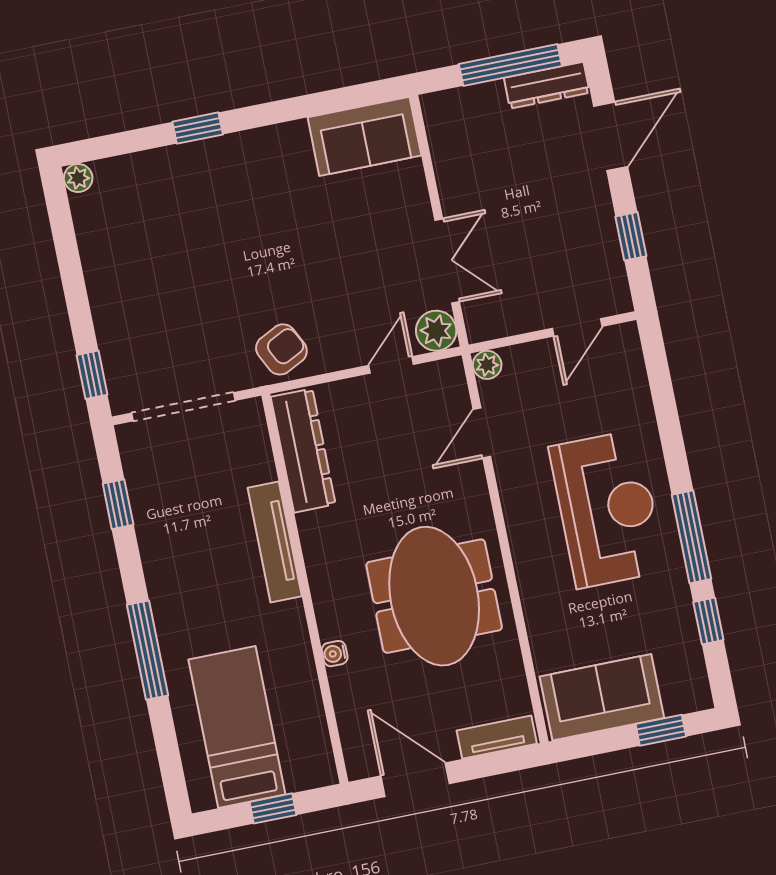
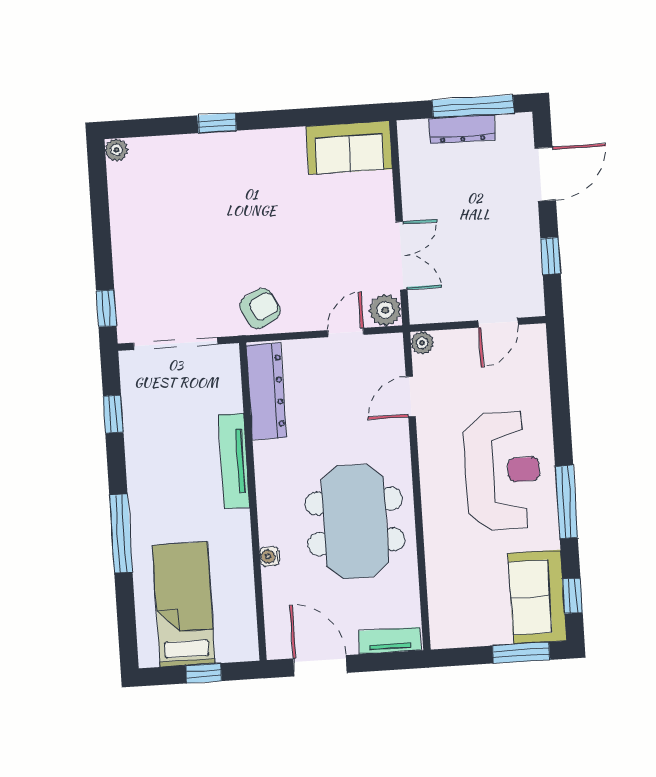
dresser: (547, 85) -> (462, 129), moved
window: (708, 621) -> (573, 596), moved
sofa: (602, 697) -> (537, 597), moved, turned -90
window: (661, 730) -> (521, 653), width x1.50

